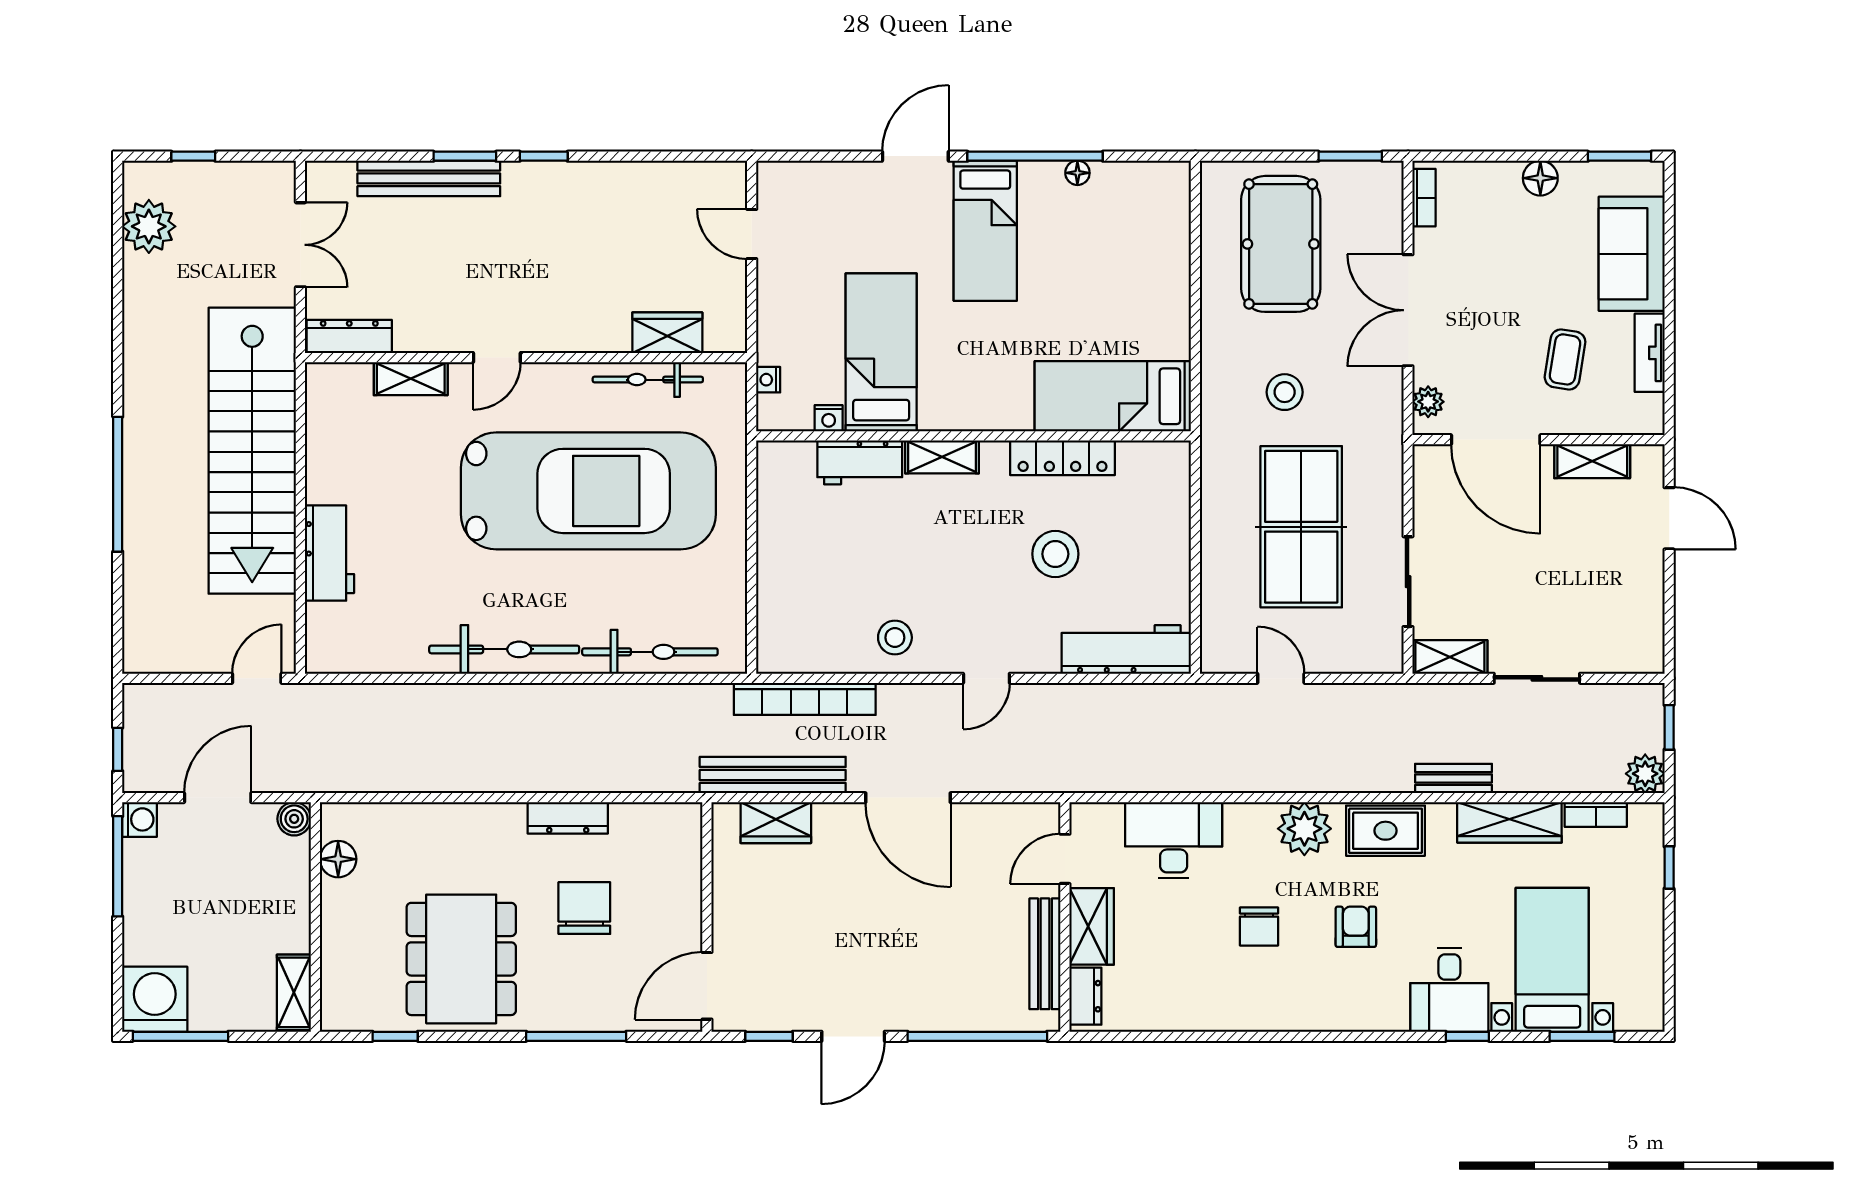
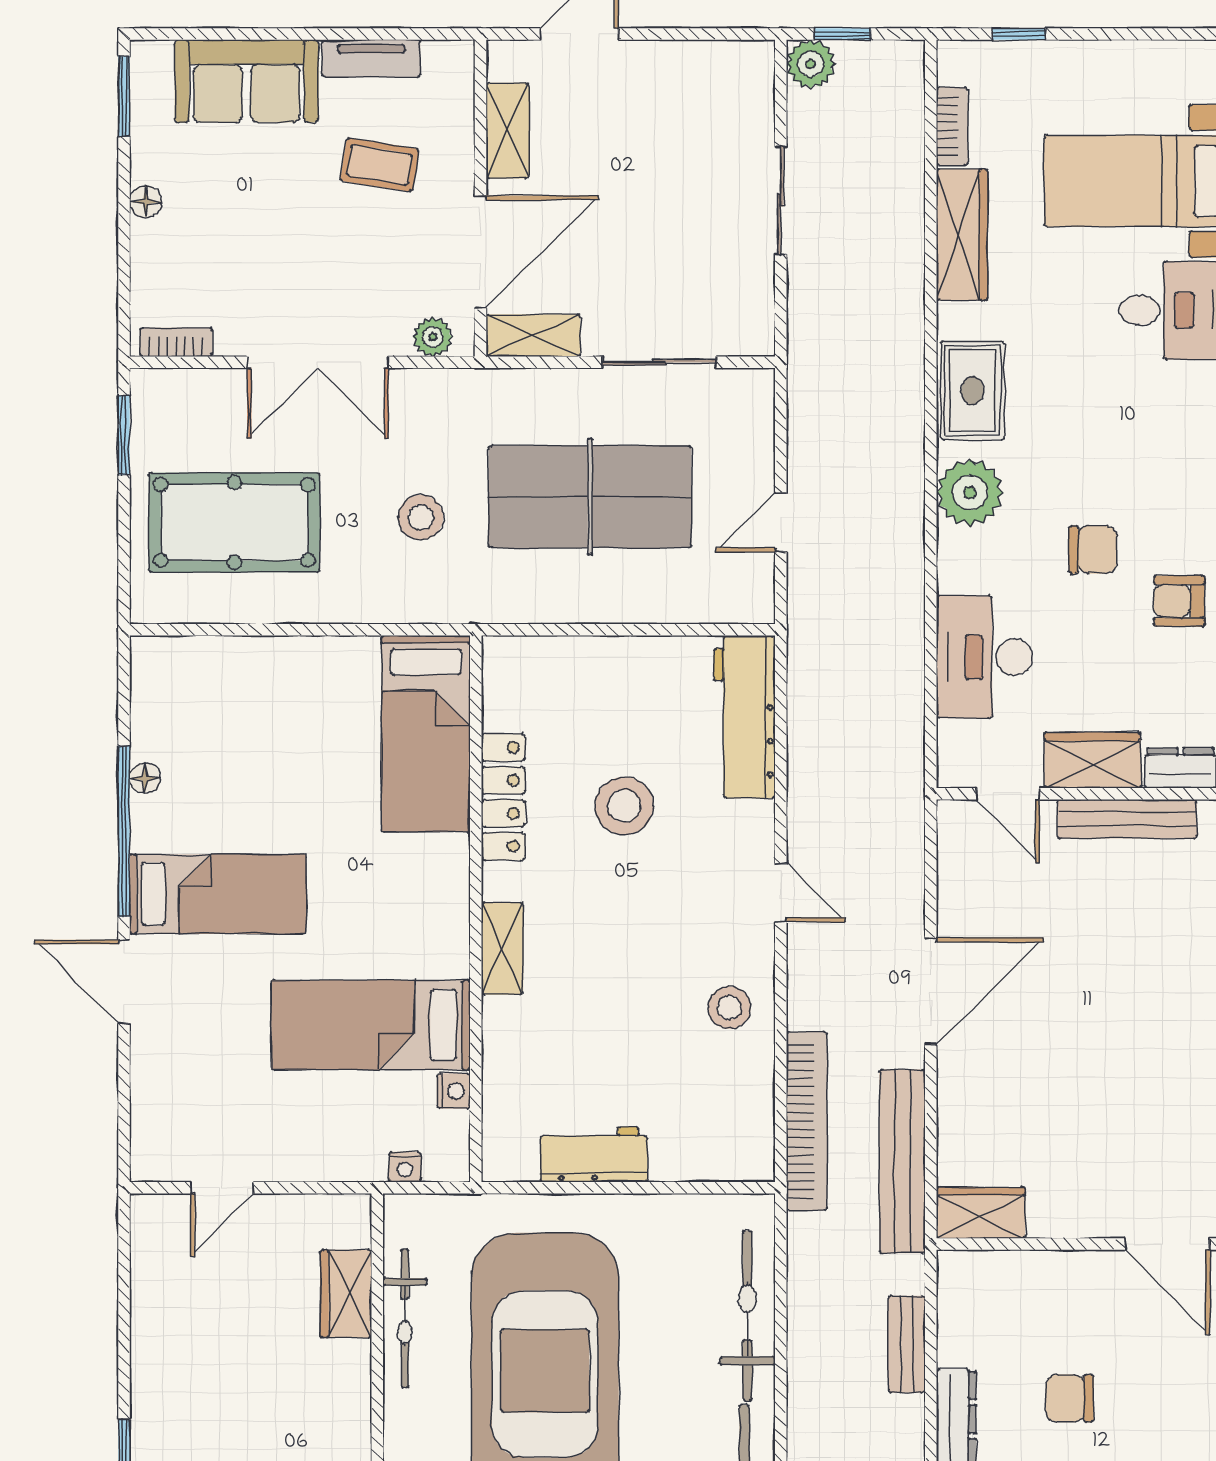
floor lamp: (1540, 178) -> (146, 202), width x0.73, depth x0.73
workbench: (860, 462) -> (594, 1155), moved, turned -90
shelving: (1450, 657) -> (533, 335), moved, turned 90
plant: (1645, 774) -> (811, 64), moved
bench: (1454, 778) -> (907, 1344), moved
wardrobe: (776, 823) -> (981, 1213), moved, turned -90
chair: (584, 908) -> (1070, 1398), width x0.73, depth x0.73
armchair: (1356, 927) -> (1179, 601), moved

